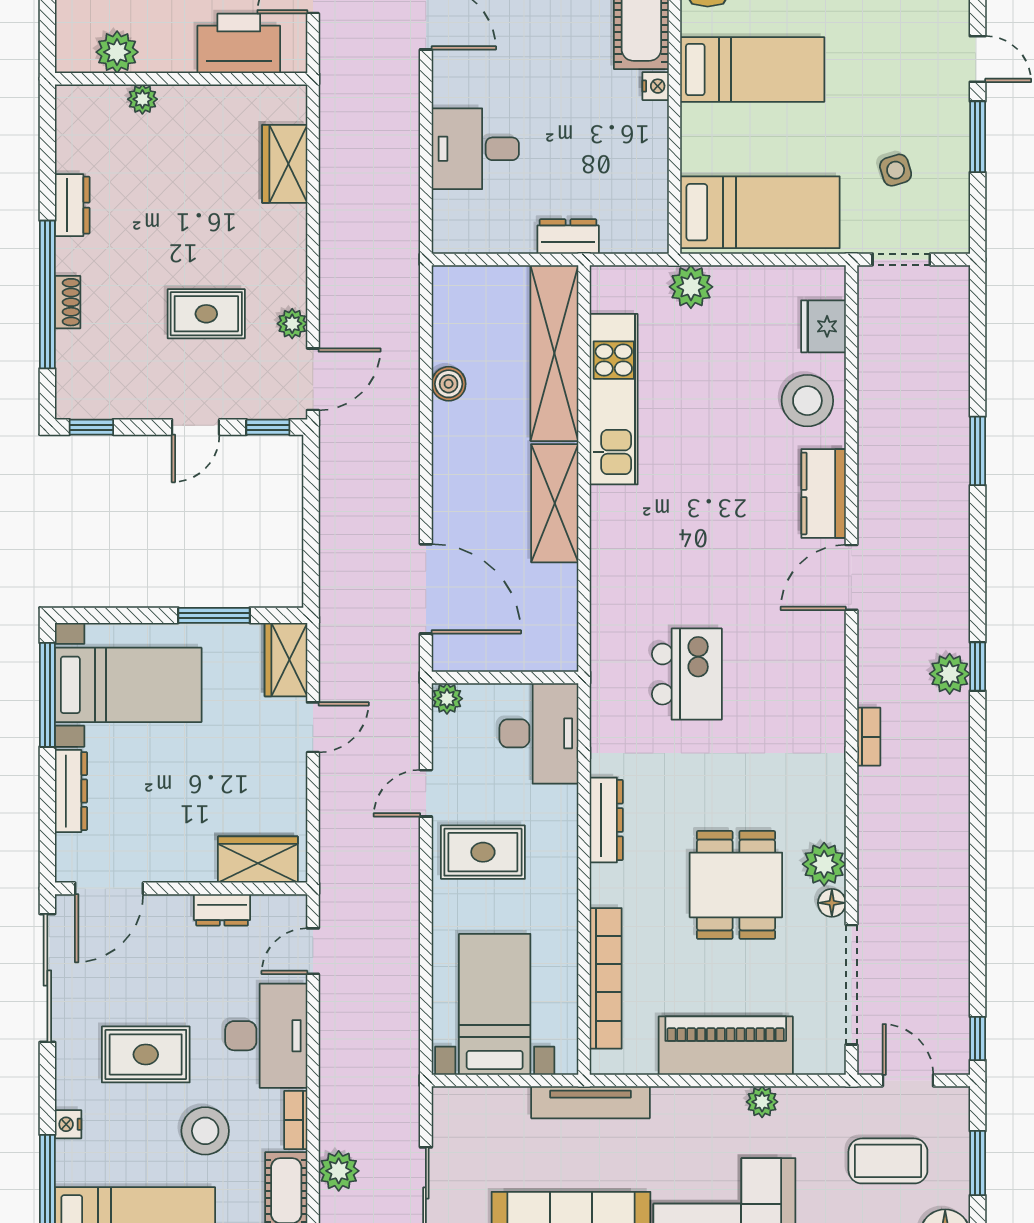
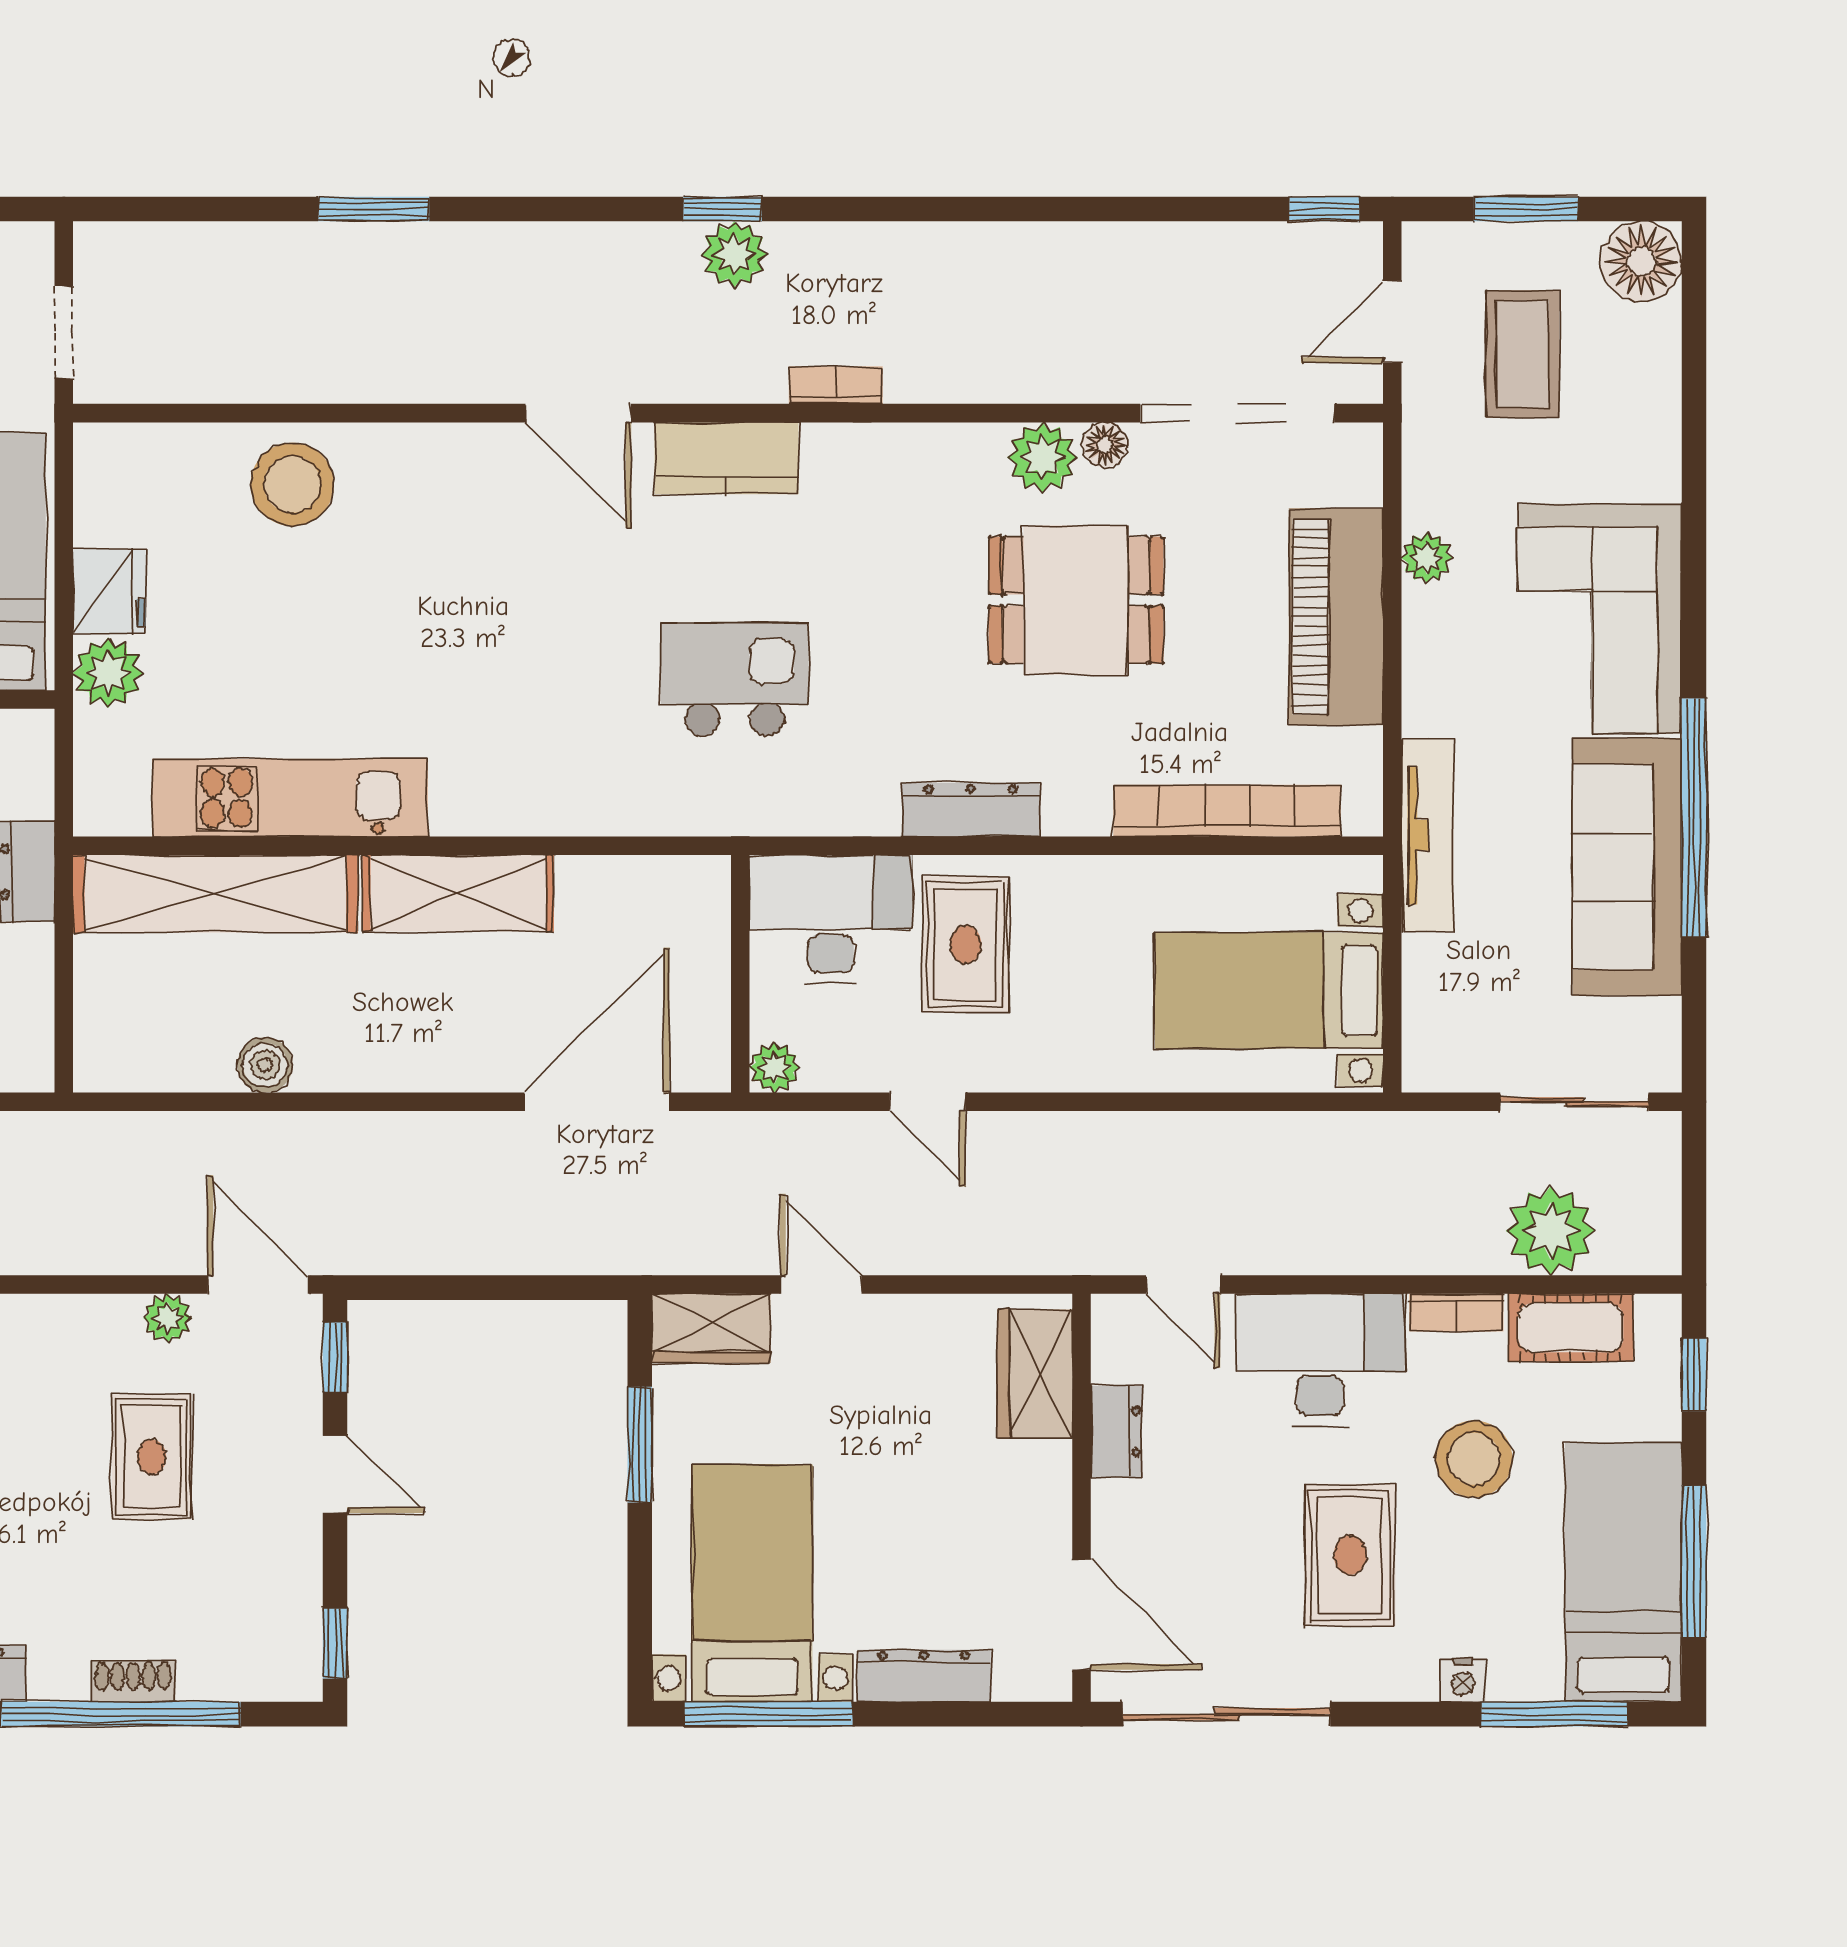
fridge: (823, 326) -> (109, 591), moved, turned -90
kitchen counter: (824, 493) -> (726, 458), moved
rug: (483, 852) -> (966, 944), moved
plant: (339, 1171) -> (1550, 1231), width x1.36, depth x1.36

